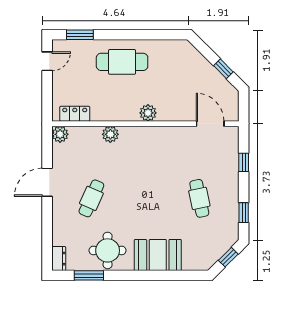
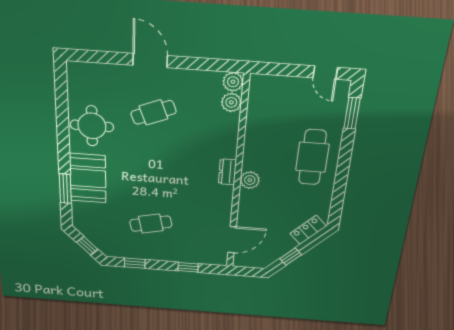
locker: (75, 114) -> (308, 230), moved, turned -135
plant: (110, 134) -> (231, 102), moved
door: (47, 182) -> (150, 60), moved
cafe table: (91, 198) -> (153, 112), turned -45
dresser: (59, 259) -> (227, 172), moved, turned 90
window: (89, 275) -> (65, 189), moved

